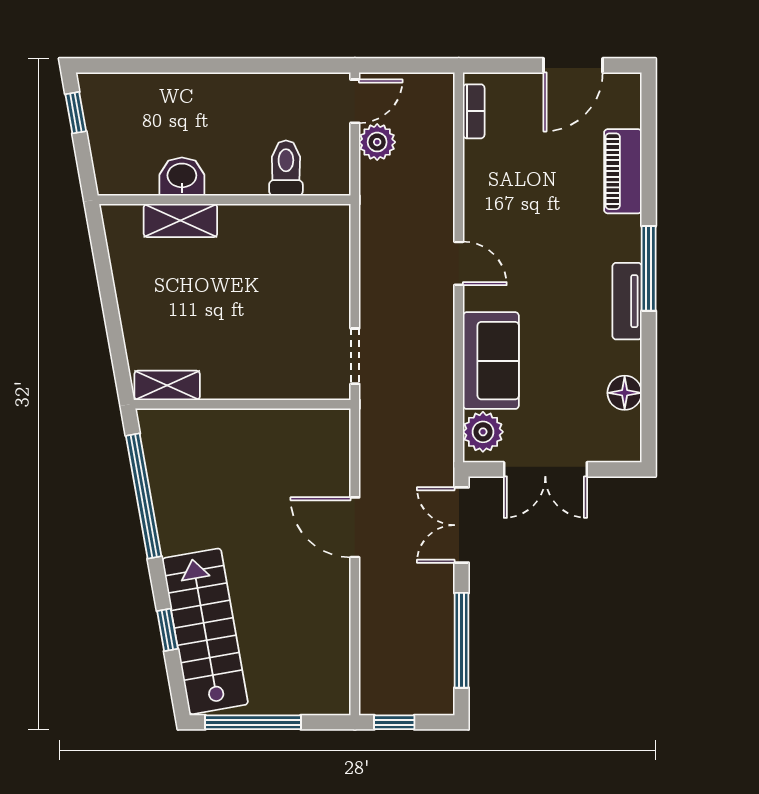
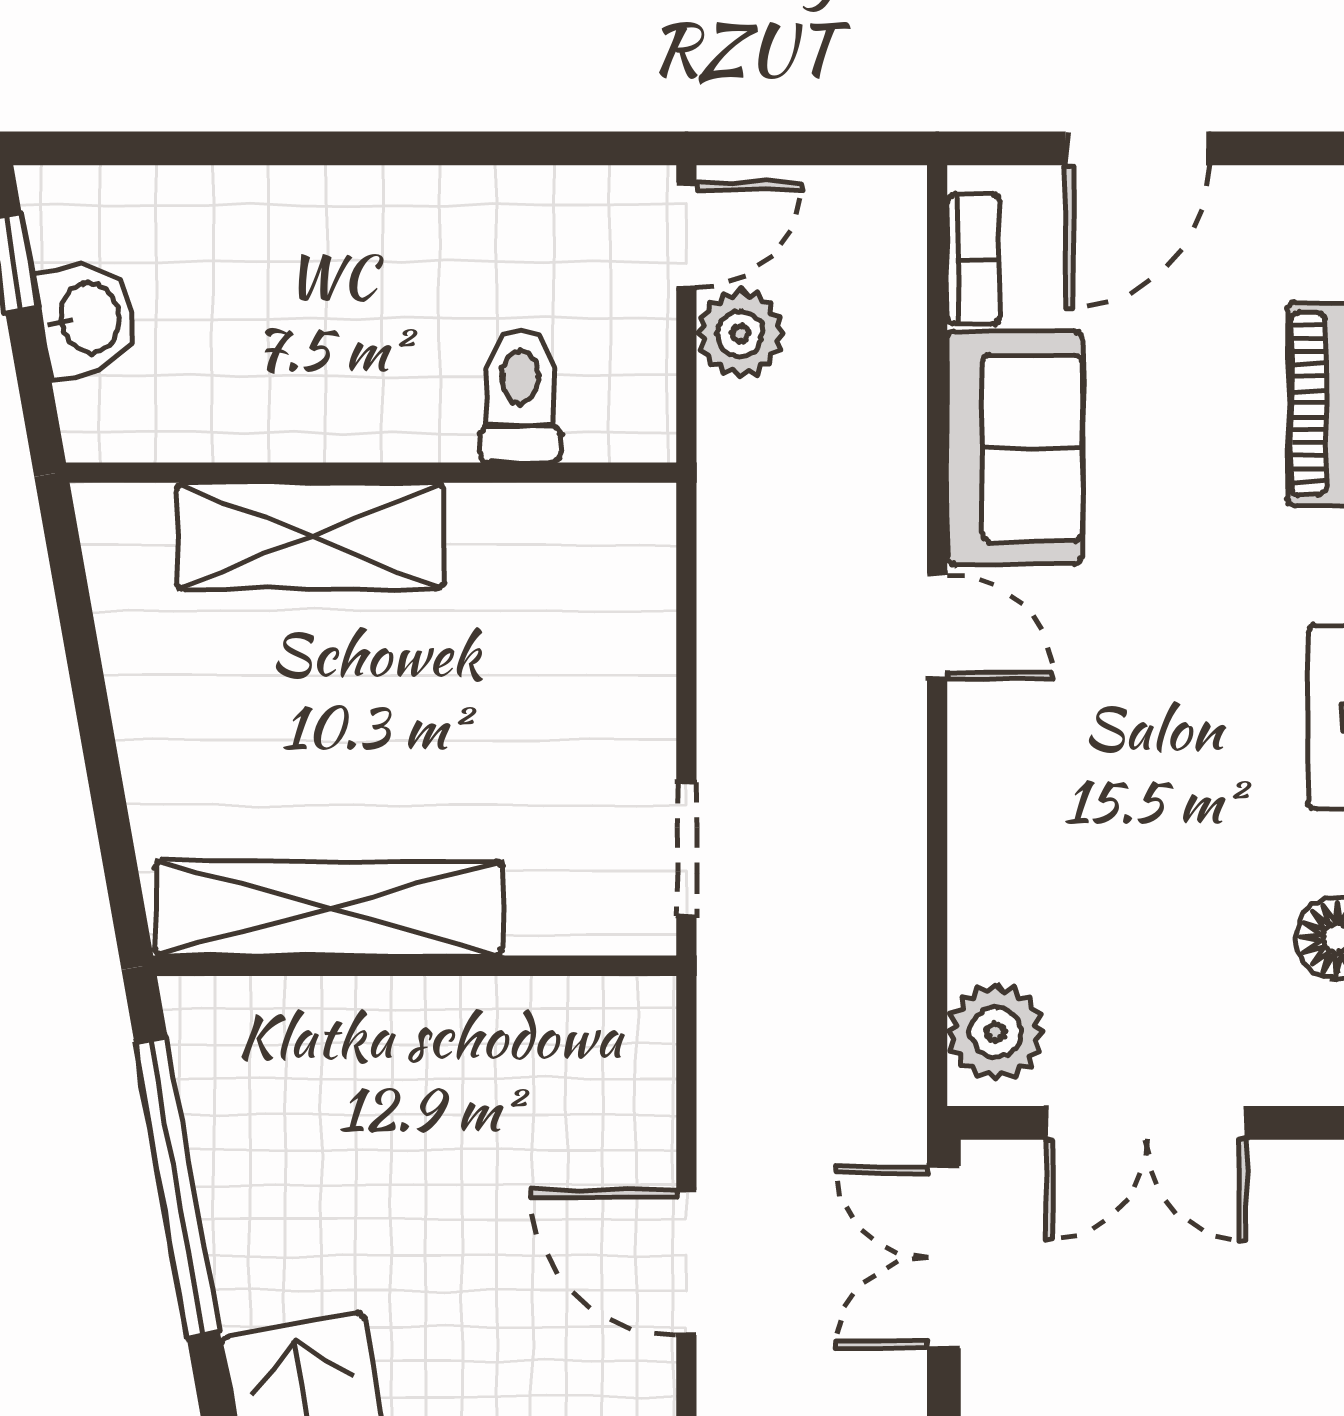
door: (573, 65) -> (1137, 148), moved
washbasin: (182, 177) -> (87, 318), moved, turned 80
shelving: (180, 221) -> (310, 536), width x1.50, depth x1.33
sofa: (491, 361) -> (1015, 448), moved
shelving: (167, 385) -> (328, 908), width x2.20, depth x1.33

